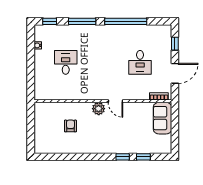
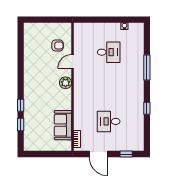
window: (50, 21) -> (147, 37), removed
window: (126, 21) -> (147, 108), width x0.32
door: (115, 101) -> (73, 62), moved
sofa: (162, 118) -> (63, 125), moved, turned -90
armchair: (70, 126) -> (58, 45), moved

